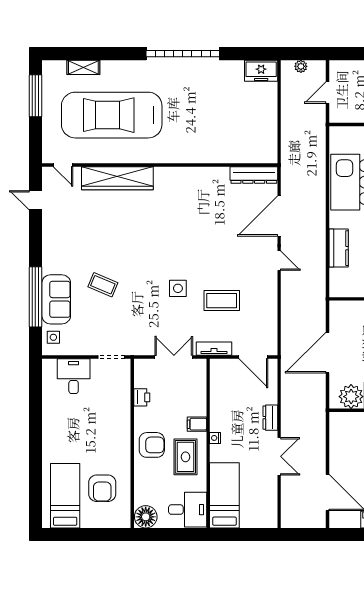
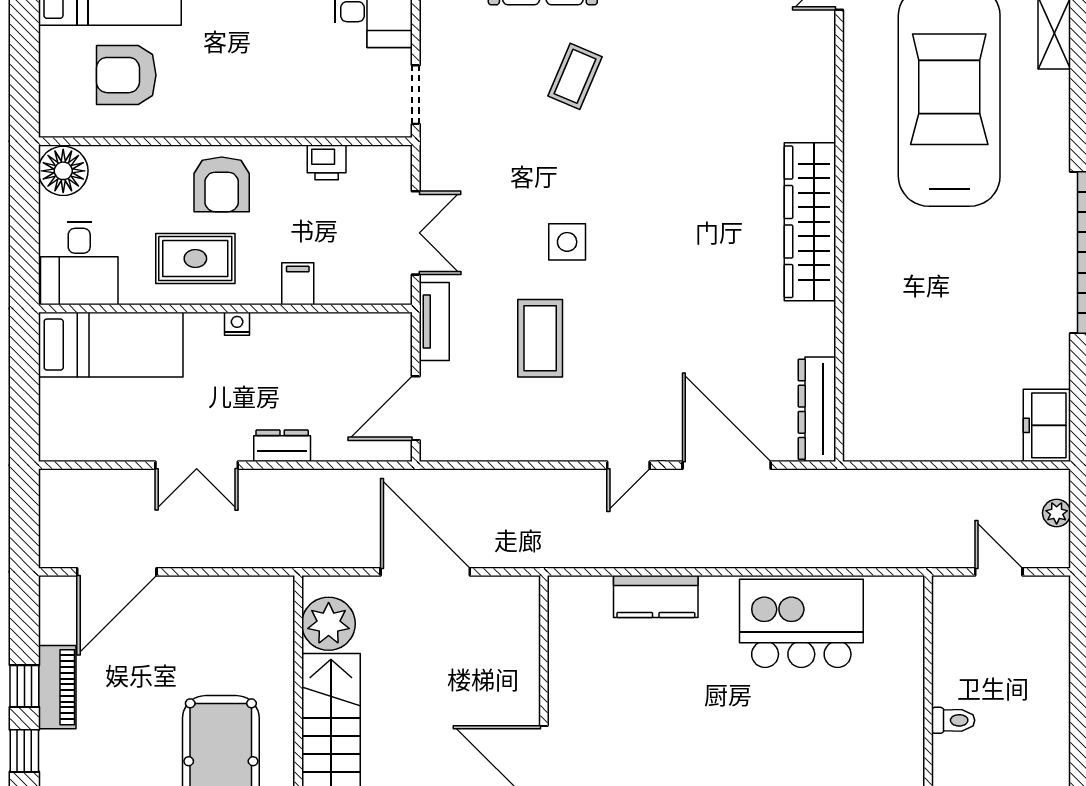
wardrobe: (117, 178) -> (810, 222), moved
filing cabinet: (197, 424) -> (298, 284), moved

